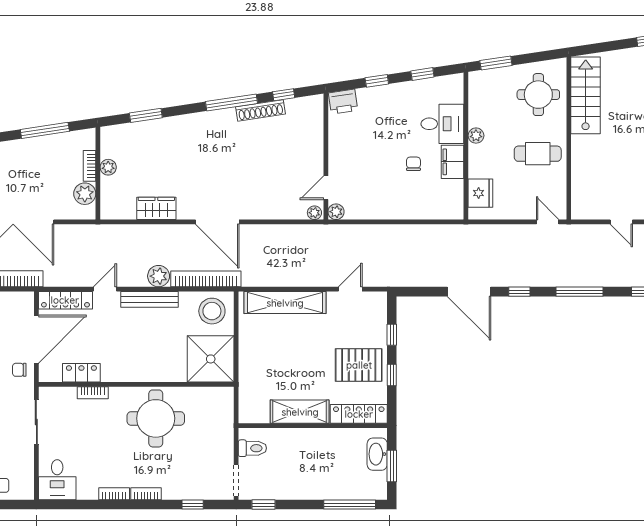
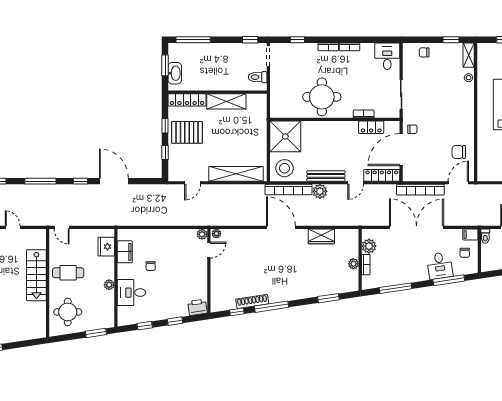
stairs: (586, 95) -> (36, 275), moved
filing cabinet: (453, 162) -> (125, 252), moved

